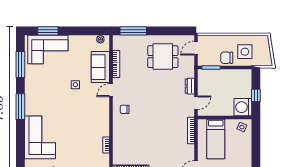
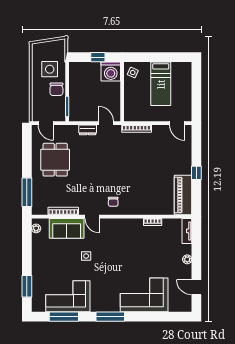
corner sofa: (48, 49) -> (68, 296), moved, turned -90
bed: (216, 139) -> (161, 84), moved, turned 90

